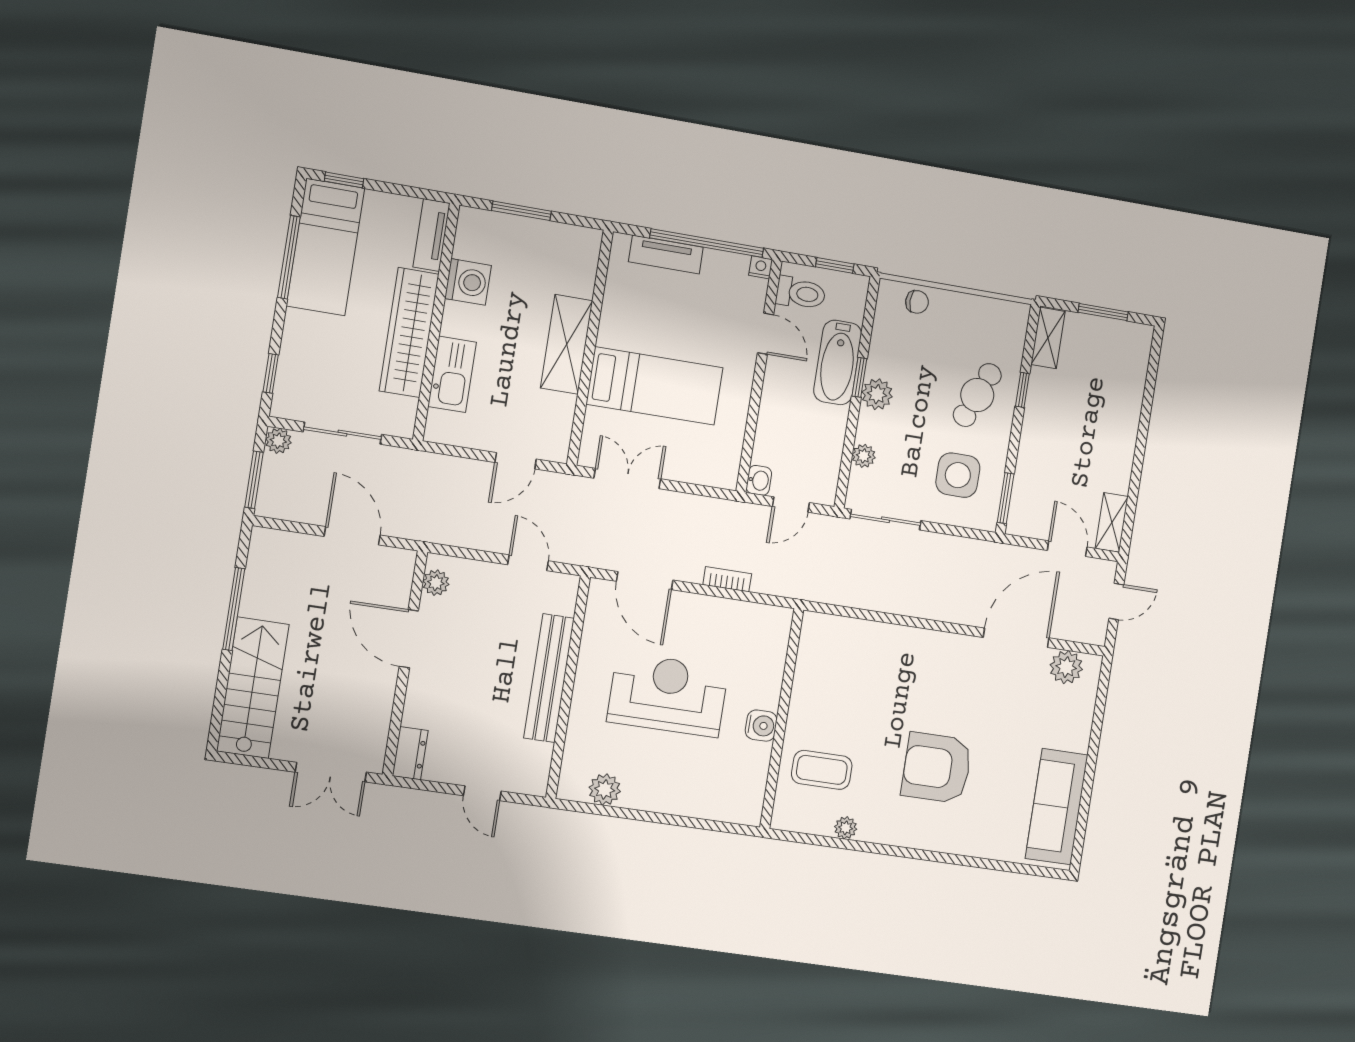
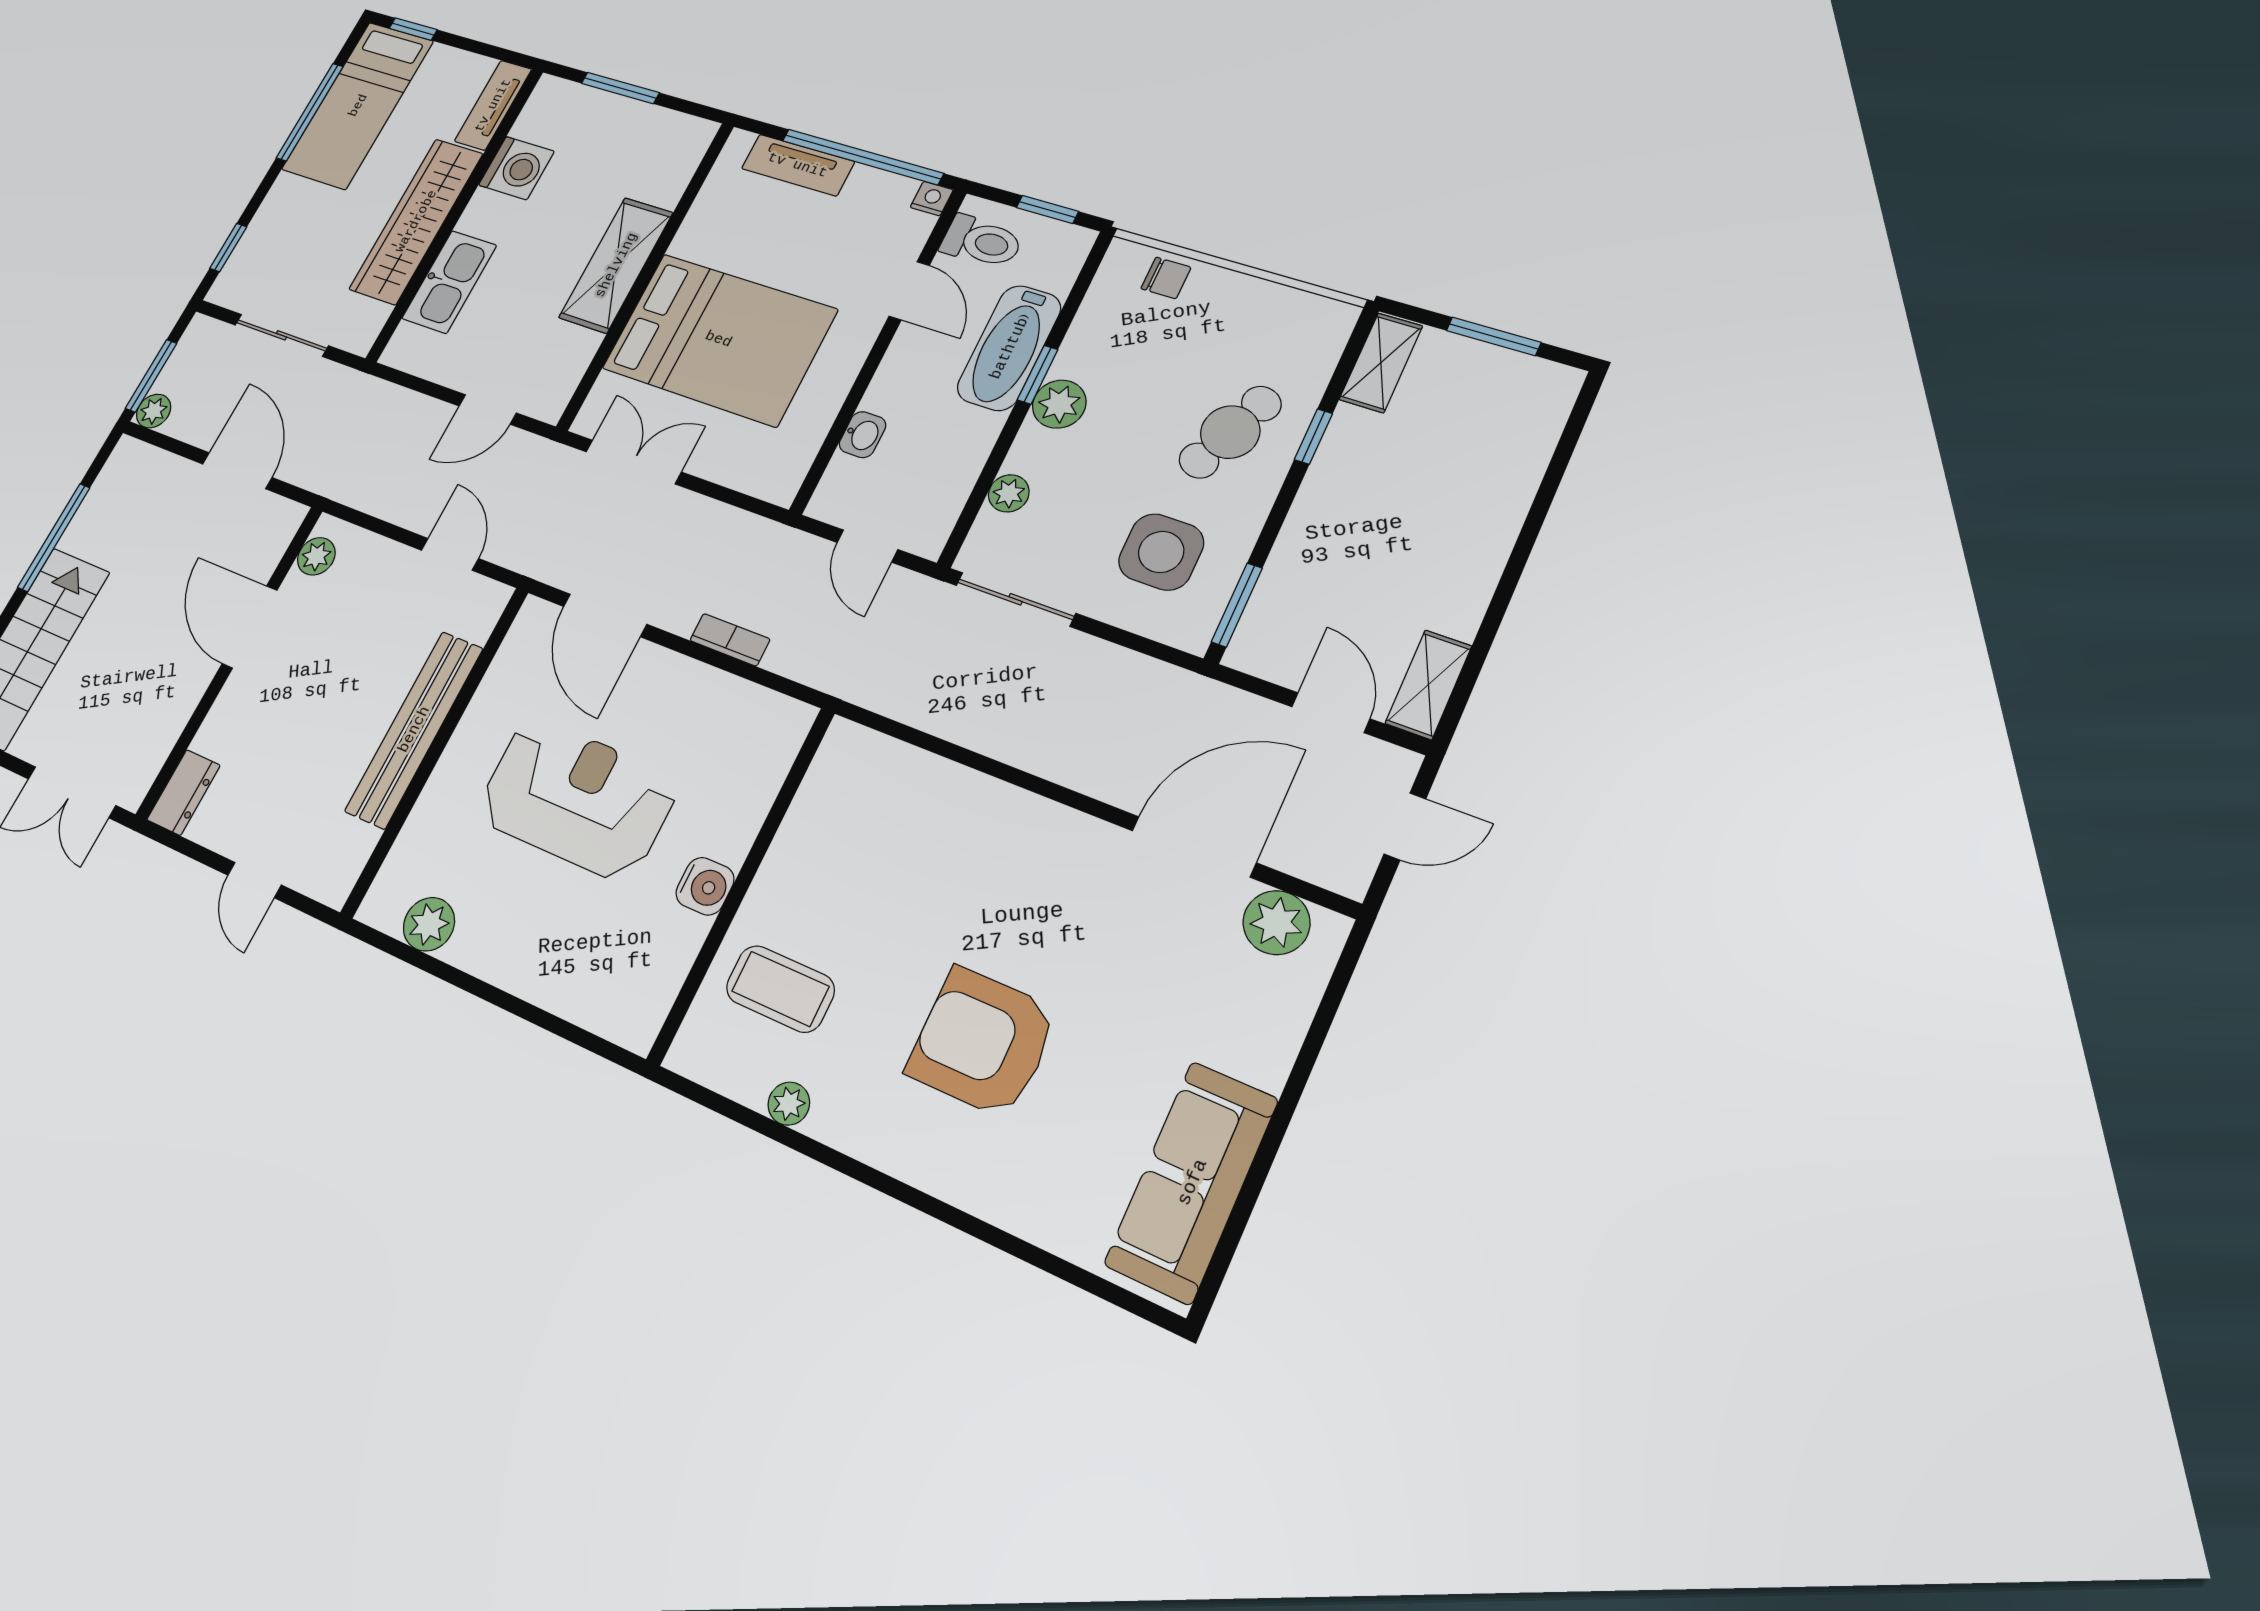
bed: (655, 386) -> (719, 339), width x1.50
plant: (278, 441) -> (154, 411), moved
washbasin: (759, 480) -> (862, 435), moved
door: (791, 505) -> (867, 546), hinge flipped

